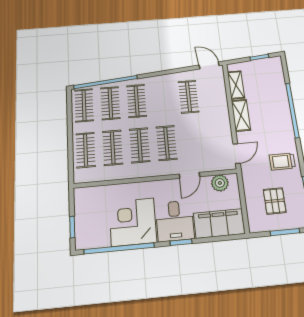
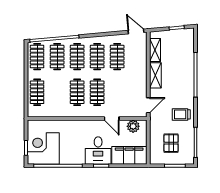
clothes rail: (113, 148) -> (97, 57), moved
door: (189, 175) -> (112, 119), hinge flipped
corner desk: (133, 222) -> (43, 148), moved

